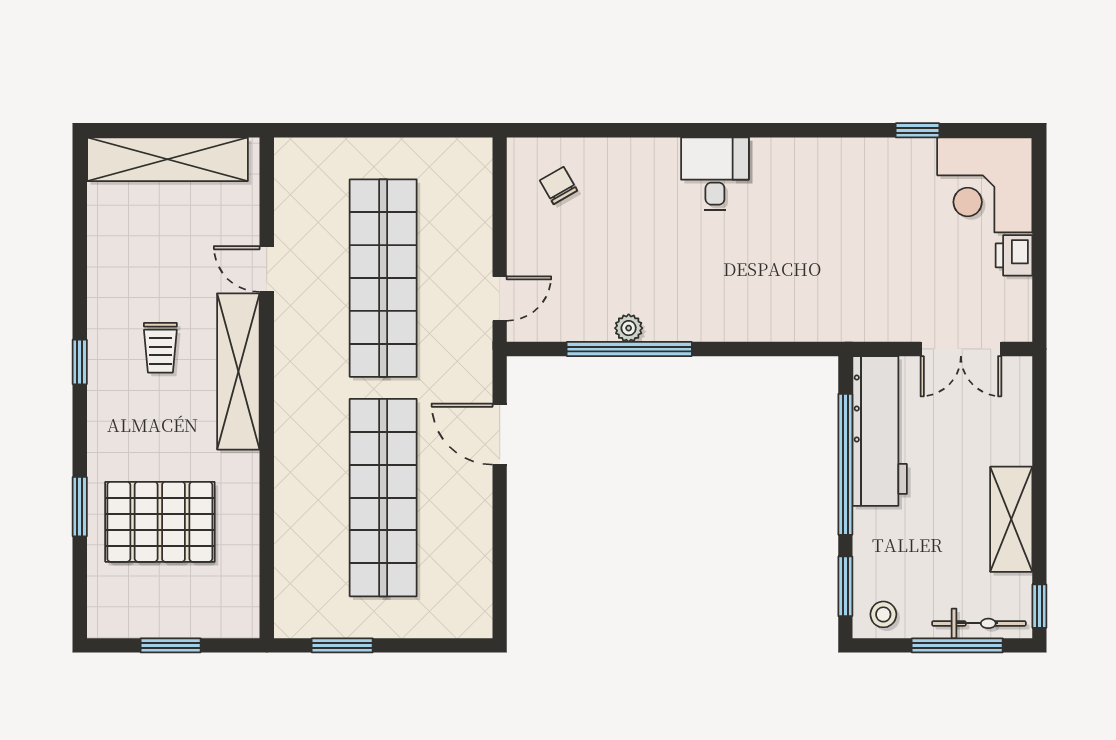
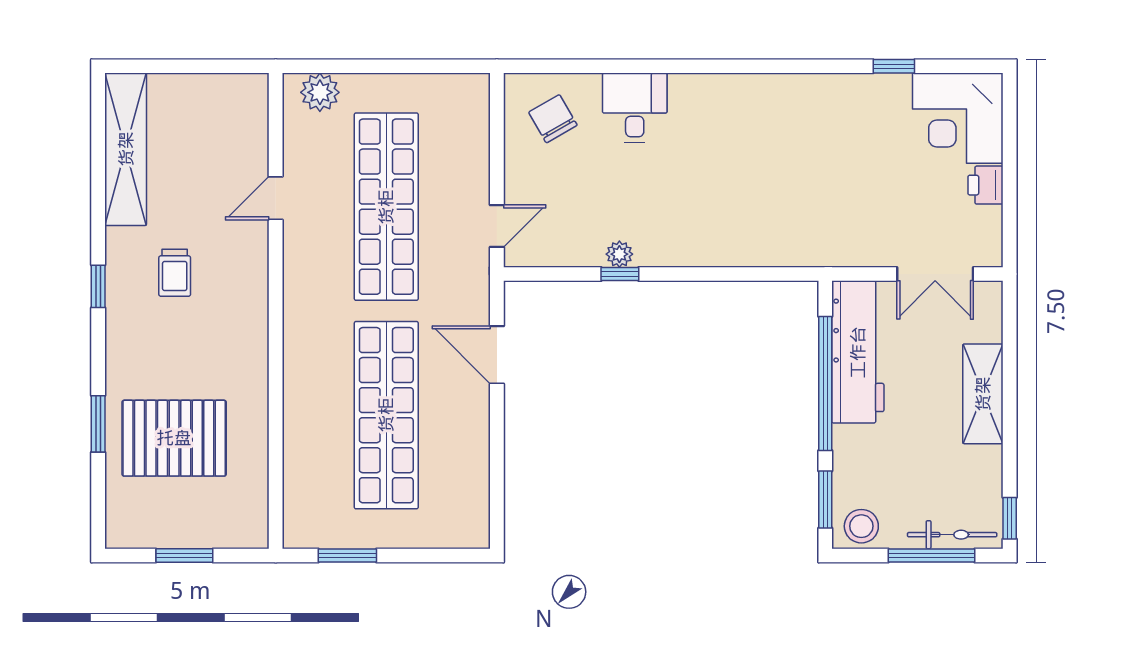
plant: (313, 158) -> (320, 92), added
shelving: (168, 159) -> (126, 149), moved, turned 90
desk: (715, 174) -> (635, 108), moved
chair: (559, 186) -> (553, 119), width x1.37, depth x1.37
door: (267, 269) -> (276, 198), hinge flipped
window: (629, 349) -> (620, 274), width x0.32
shelving: (238, 371) -> (249, 295), removed
shelving: (1011, 519) -> (983, 394), moved
stool: (883, 614) -> (861, 526), width x1.37, depth x1.37

